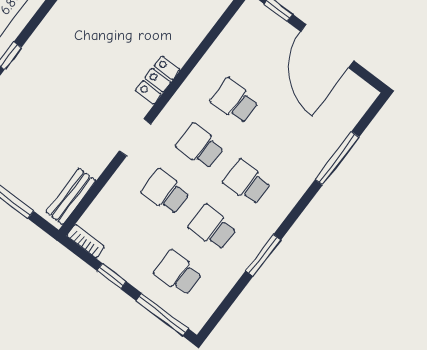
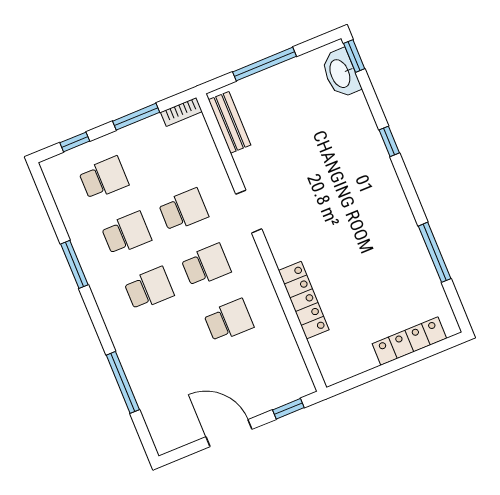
door: (327, 46) -> (229, 433), width x0.73
locker: (158, 80) -> (304, 300), moved, width x1.53
window: (112, 276) -> (136, 117), width x1.50
window: (162, 315) -> (75, 142), width x0.46

